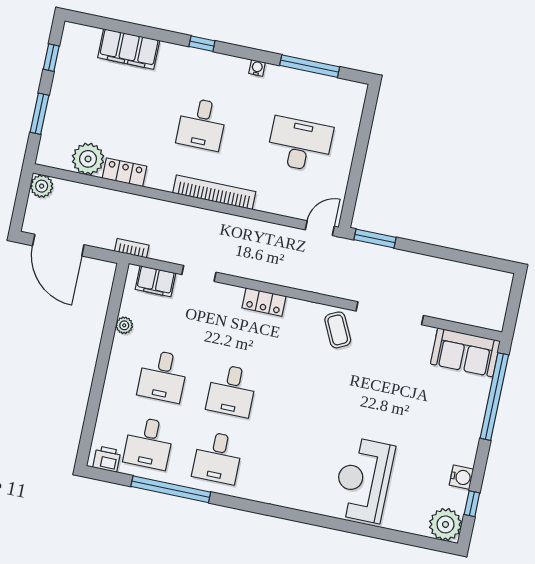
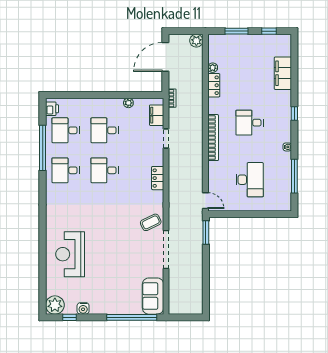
plant: (88, 159) -> (213, 68), width x0.53, depth x0.53
reception desk: (363, 480) -> (70, 254), turned -90

